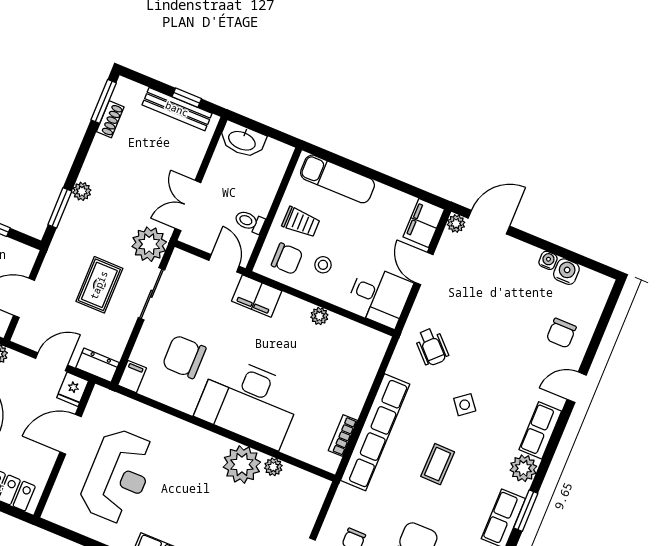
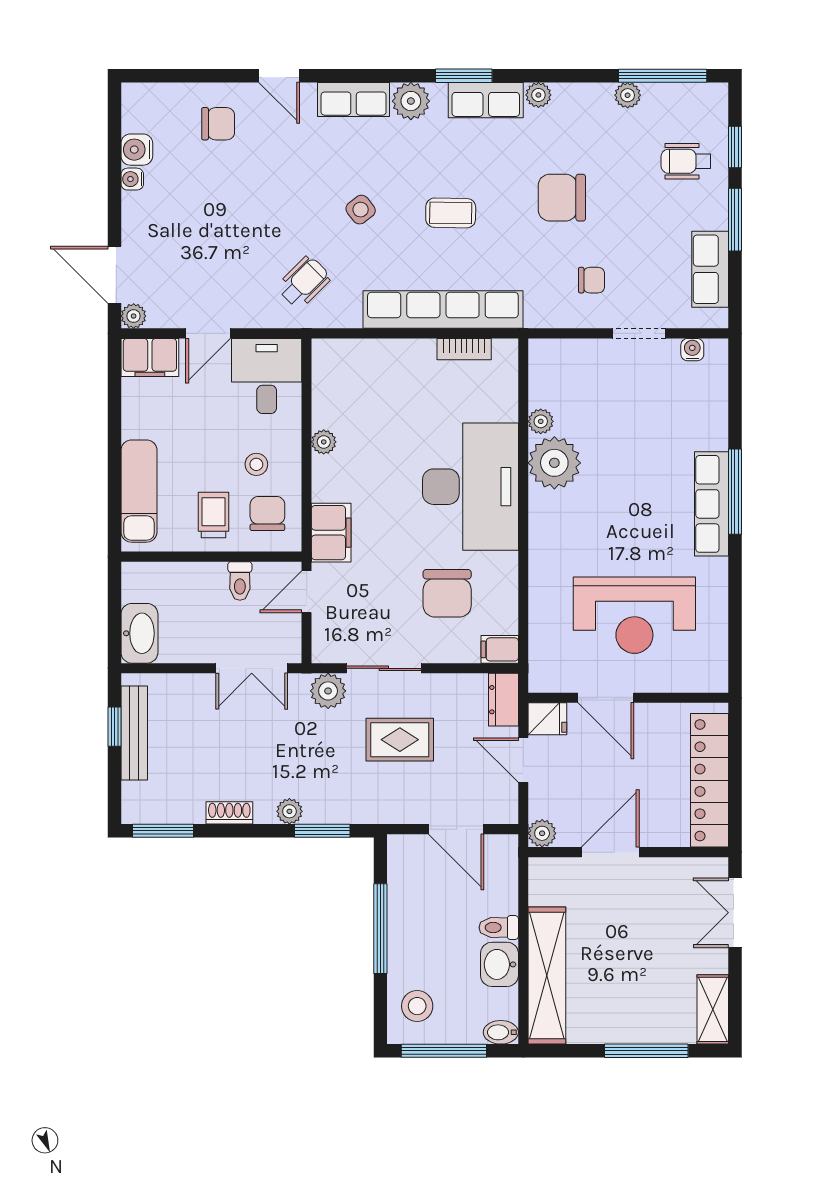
shoe rack: (110, 119) -> (229, 813), moved
plant: (149, 244) -> (328, 691), width x0.73, depth x0.73
reception desk: (118, 476) -> (634, 615), turned 180

